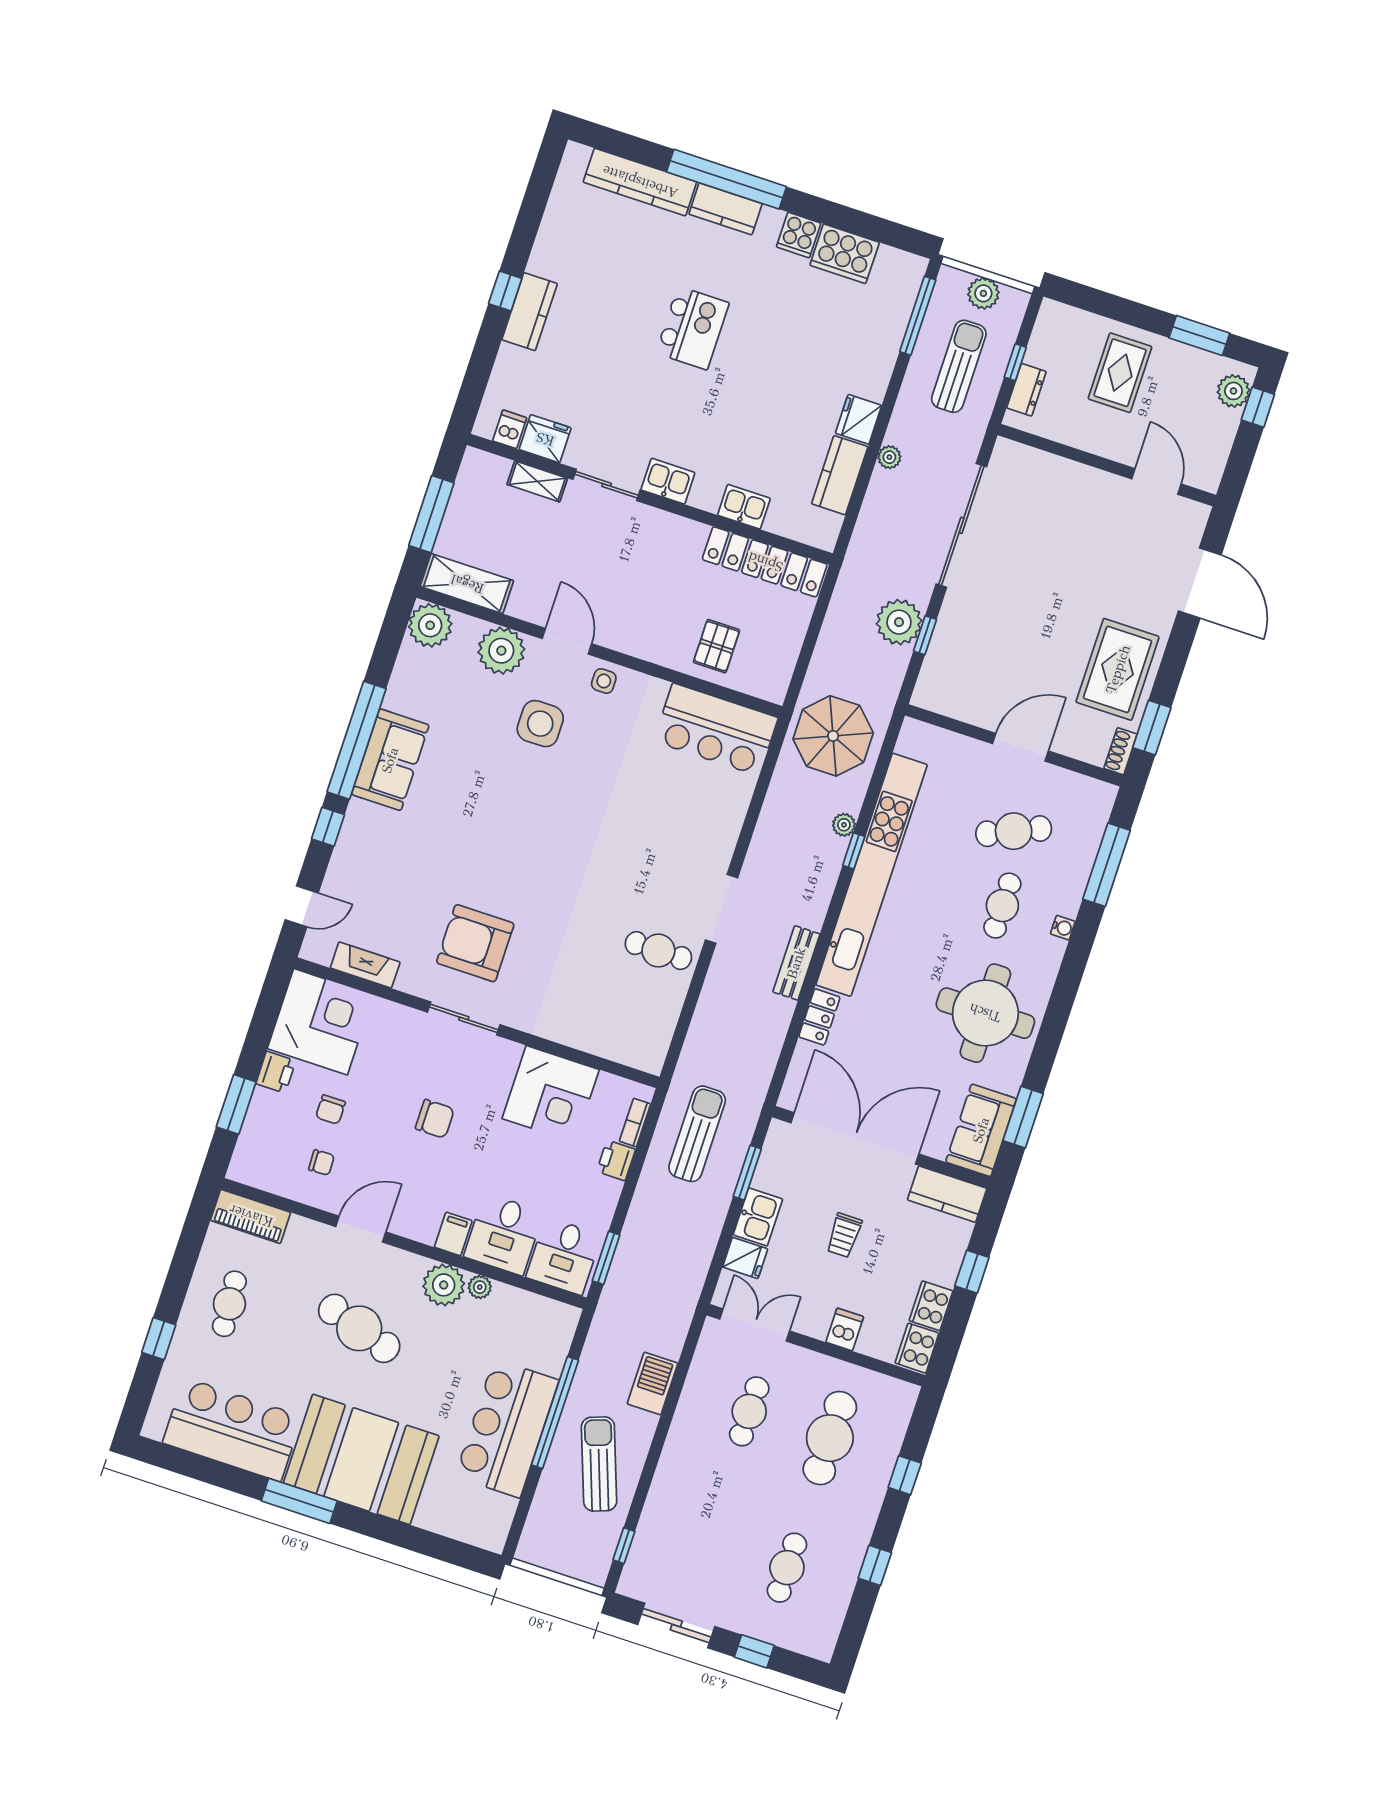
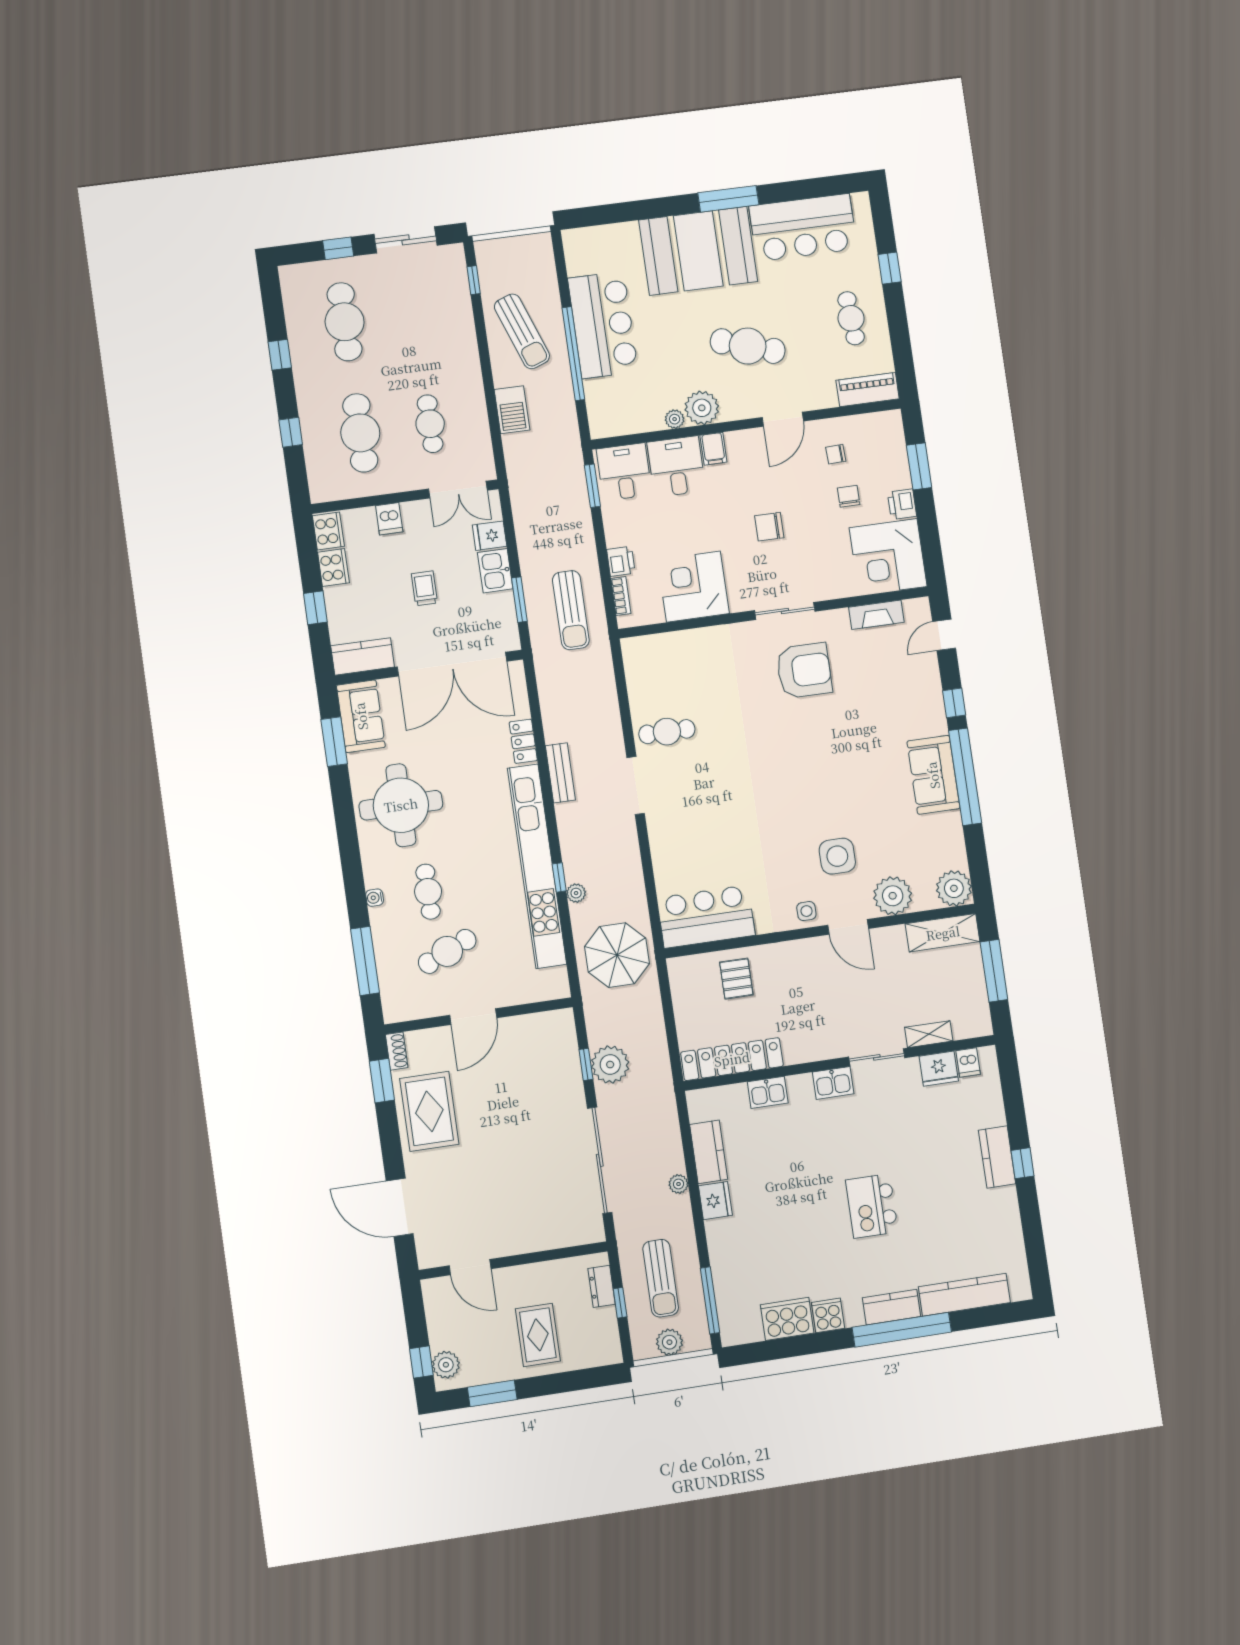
cafe table: (787, 1568) -> (345, 322), width x1.37, depth x1.35

